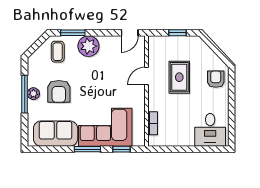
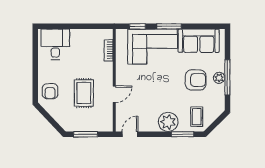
window: (177, 33) -> (86, 134), width x1.50
armchair: (59, 91) -> (196, 80), turned 90

